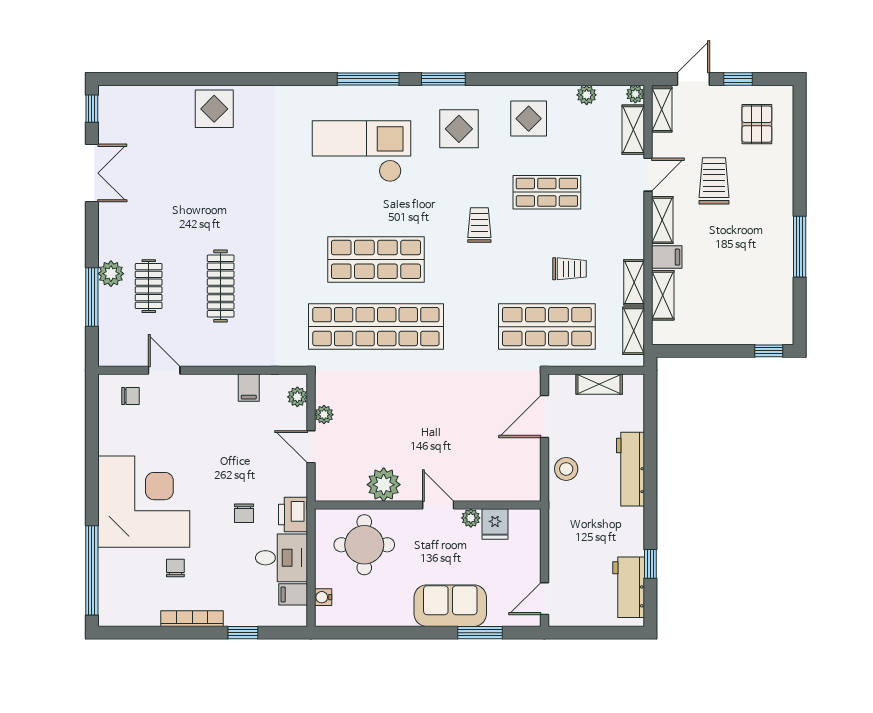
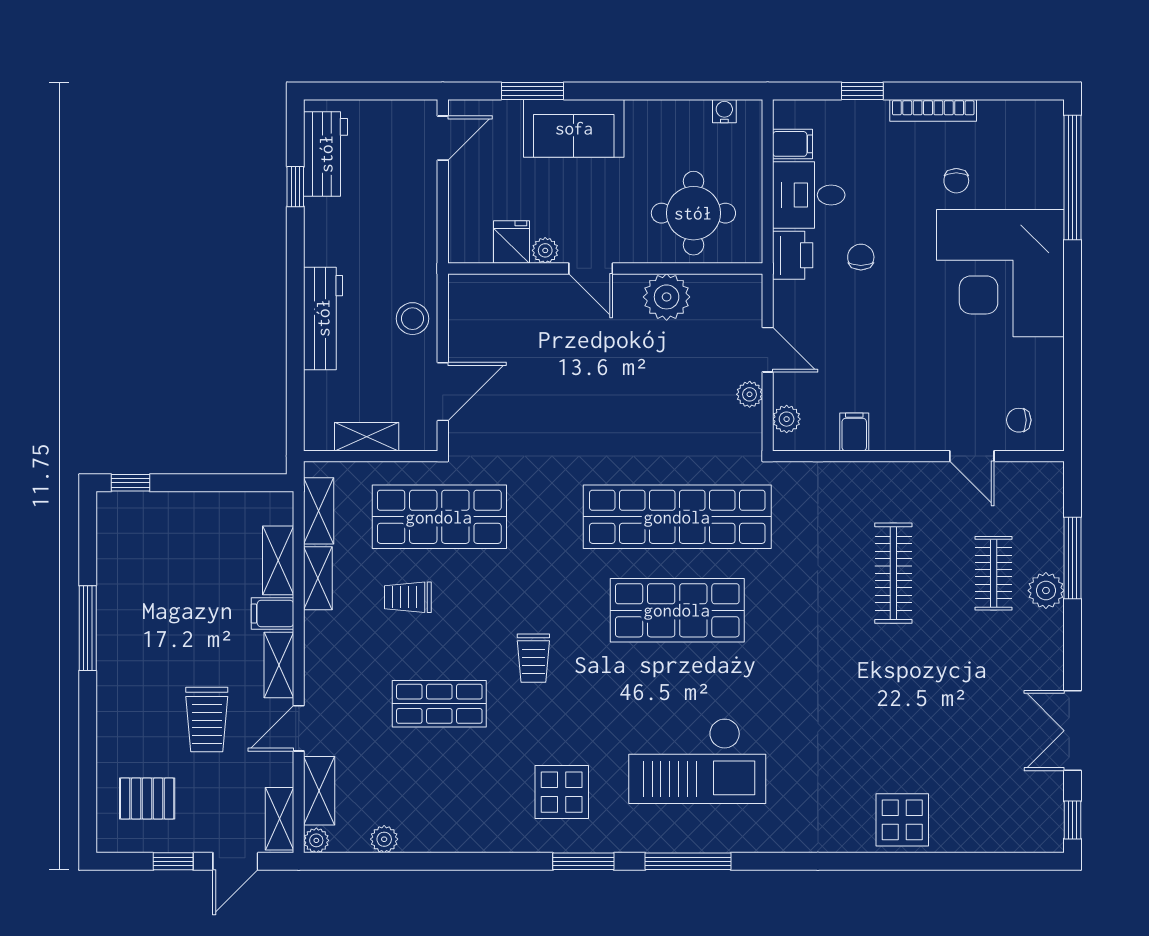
display table: (529, 119) -> (465, 806), removed
pallet: (757, 124) -> (147, 799), turned 90
water cooler: (323, 597) -> (724, 111), moved, turned -90

